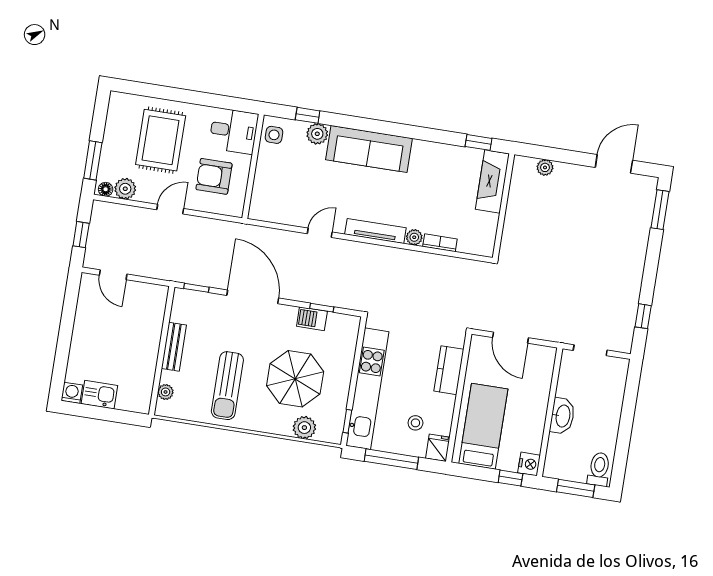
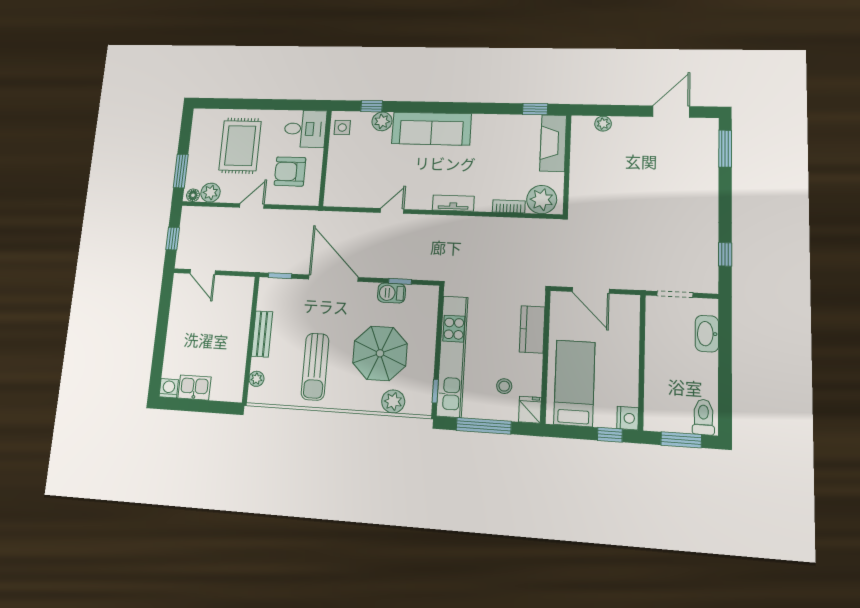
tv unit: (375, 231) -> (453, 203), width x0.71
plant: (414, 237) -> (542, 200), moved, width x1.87, depth x1.87
washbasin: (562, 416) -> (707, 334), moved, turned 180

